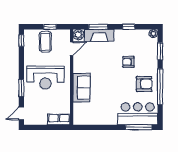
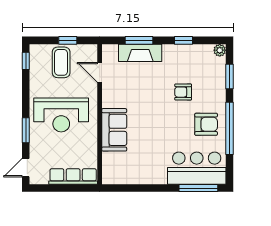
plant: (78, 35) -> (110, 52), removed
door: (72, 49) -> (100, 72), swing flipped
row of seats: (59, 119) -> (73, 176), width x1.48

